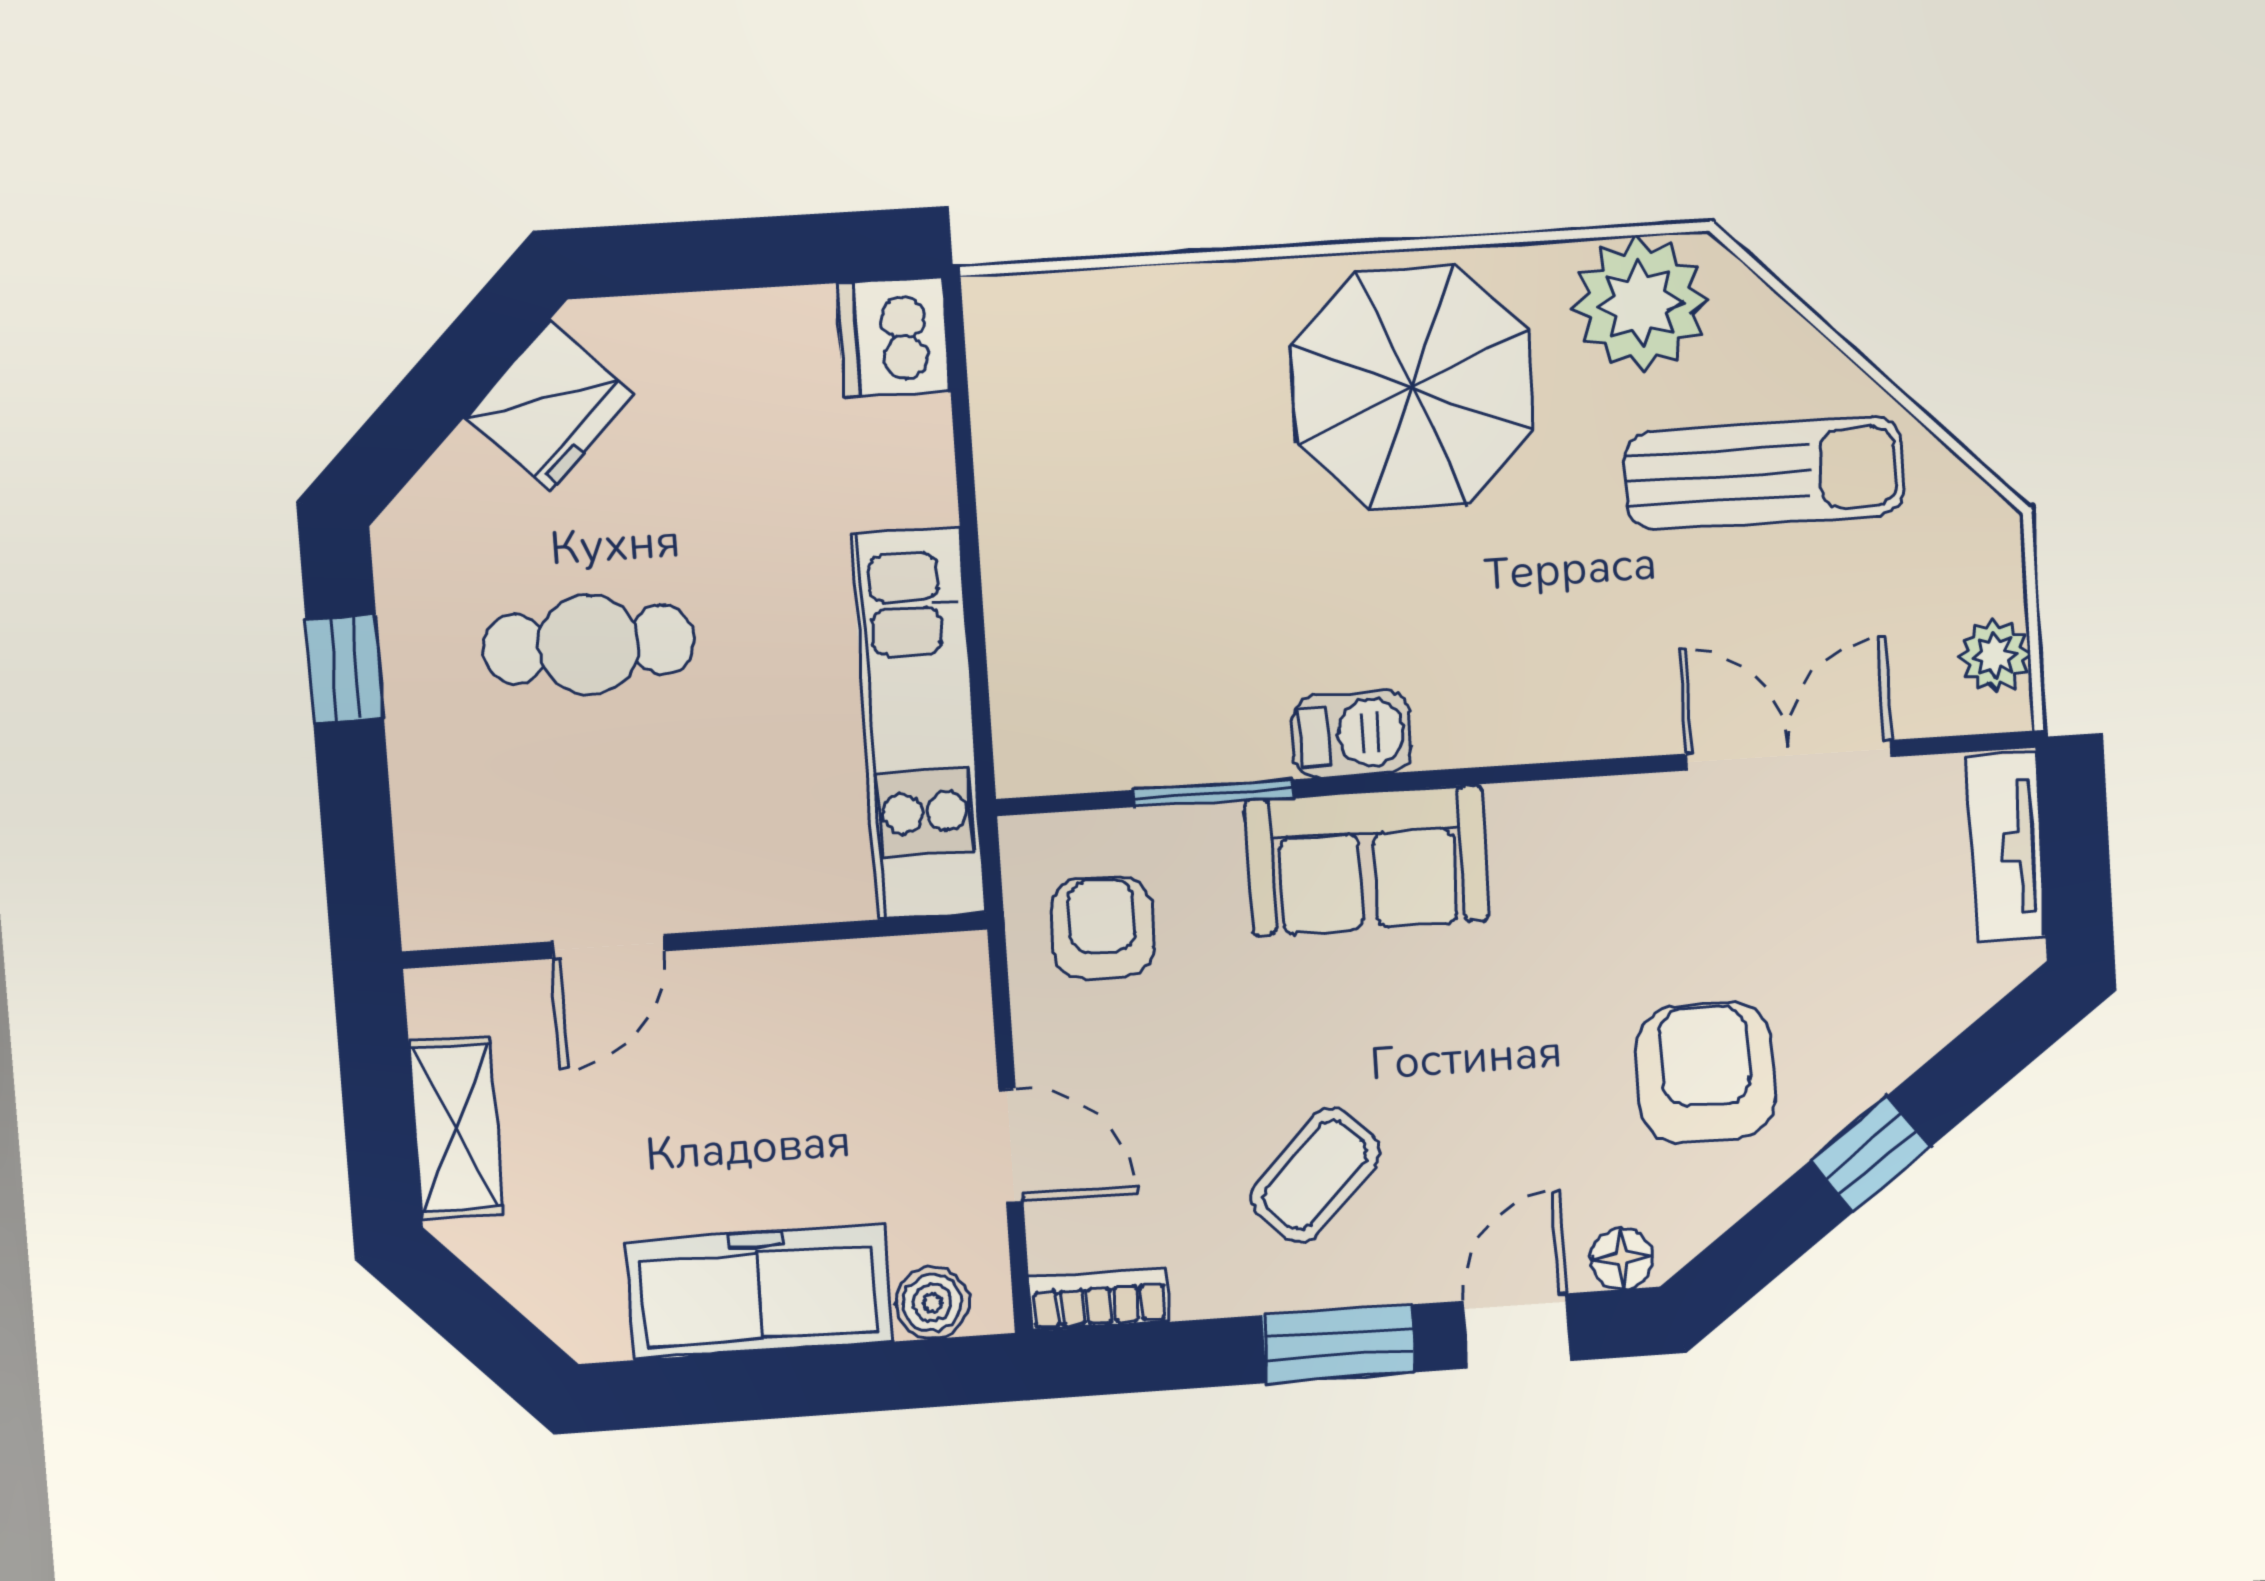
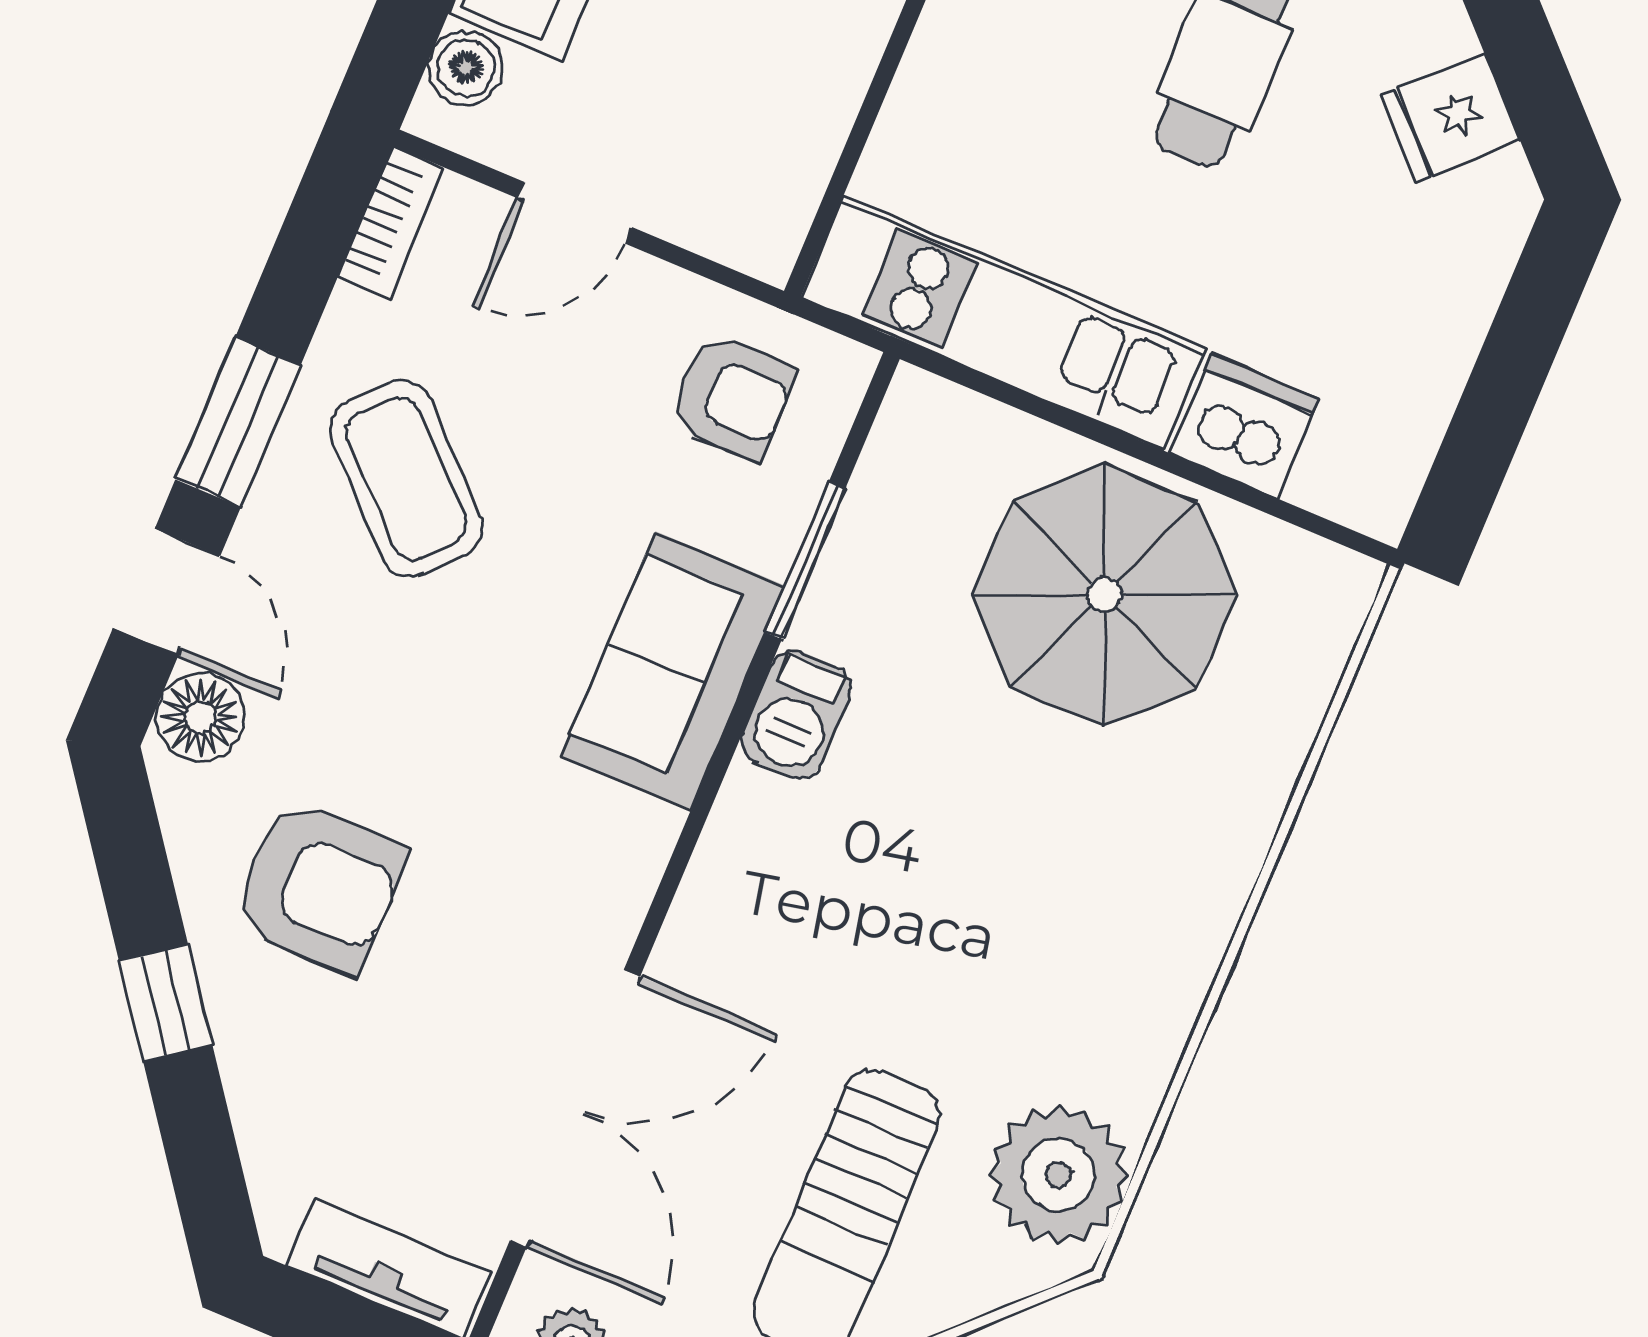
dishwasher: (893, 337) -> (1244, 426), moved
parasol: (1412, 388) -> (1104, 595), moved
fridge: (549, 406) -> (1450, 118), width x0.72
double door: (1789, 755) -> (575, 1108), width x1.37
coffee table: (1315, 1175) -> (406, 479), width x1.36, depth x1.30
floor lamp: (1622, 1258) -> (200, 717), width x1.37, depth x1.37

